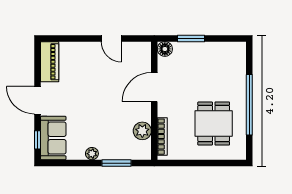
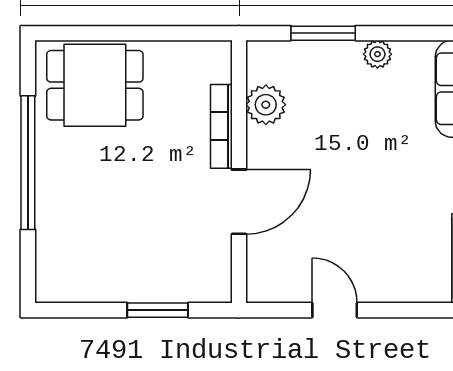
floor lamp: (165, 49) -> (216, 287), removed
dining table: (214, 123) -> (95, 85), moved, turned 90
bookcase: (162, 137) -> (221, 126), moved

